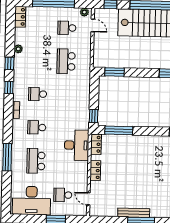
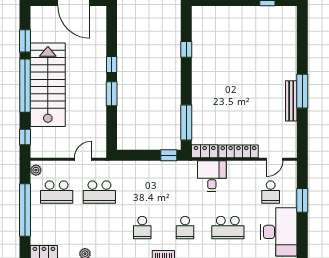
door: (93, 25) -> (83, 159), moved
school desk: (67, 28) -> (57, 192), width x1.85
window: (114, 72) -> (112, 94), moved
desk: (77, 145) -> (212, 176), width x0.73
locker: (95, 171) -> (238, 151), width x1.53

